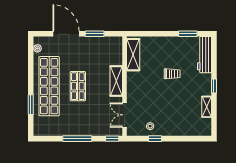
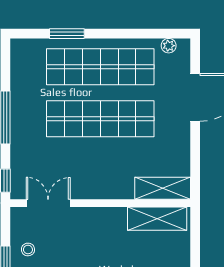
window: (95, 34) -> (195, 149), removed
shelving: (116, 81) -> (163, 188), moved
shop shelf: (78, 86) -> (100, 119), width x2.00, depth x1.36

